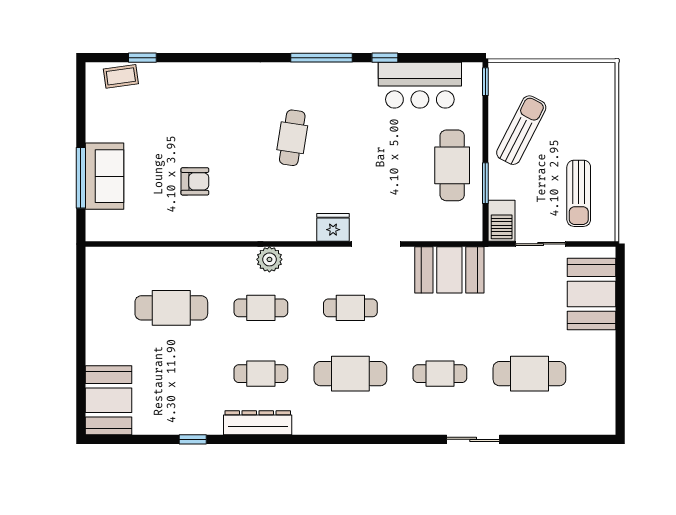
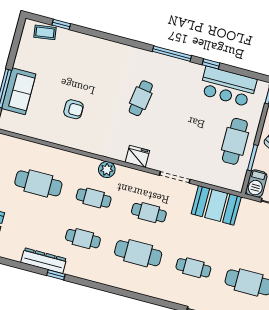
fridge: (333, 227) -> (137, 156), moved
dresser: (258, 423) -> (44, 261), moved
window: (193, 439) -> (56, 275), moved

